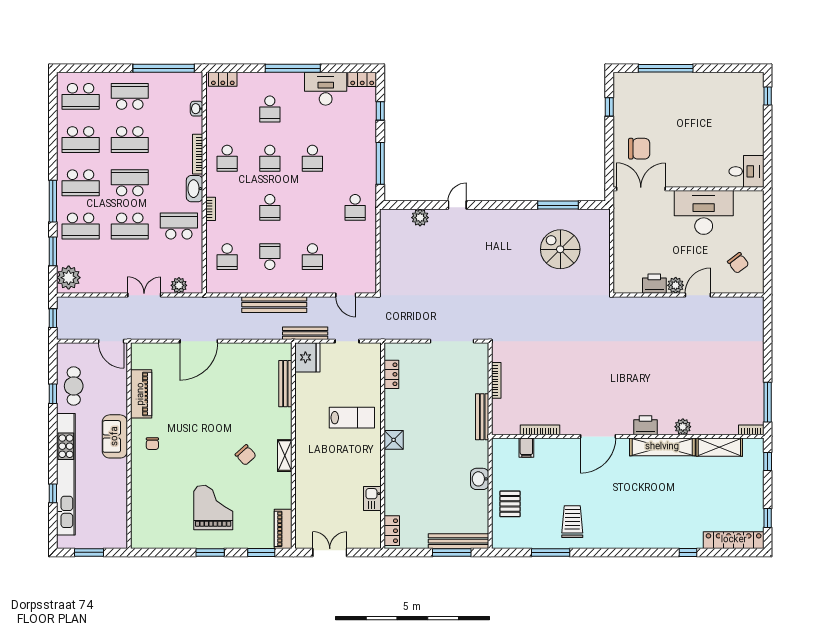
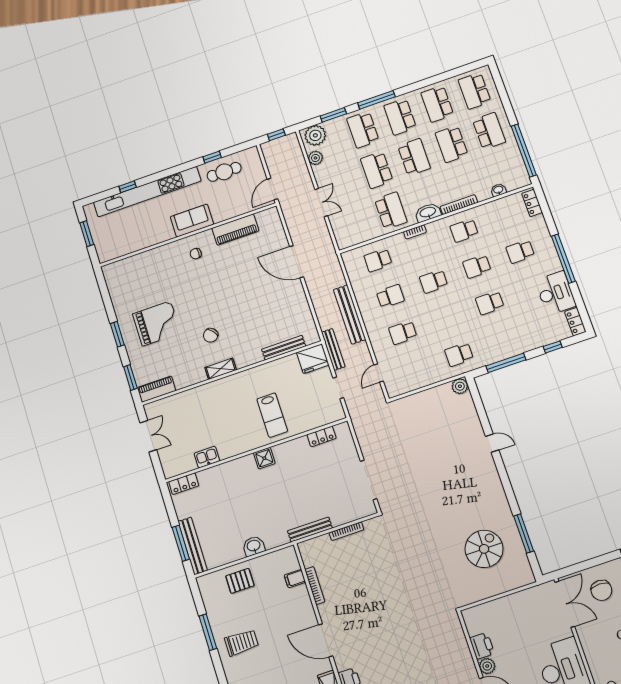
plant: (420, 218) -> (460, 386), moved
plant: (179, 285) -> (315, 158), moved

